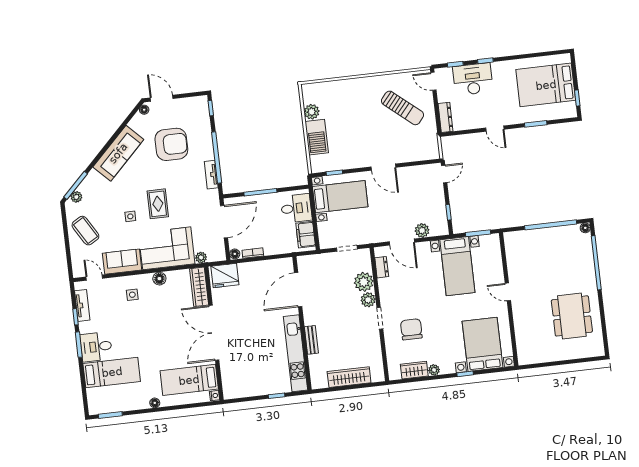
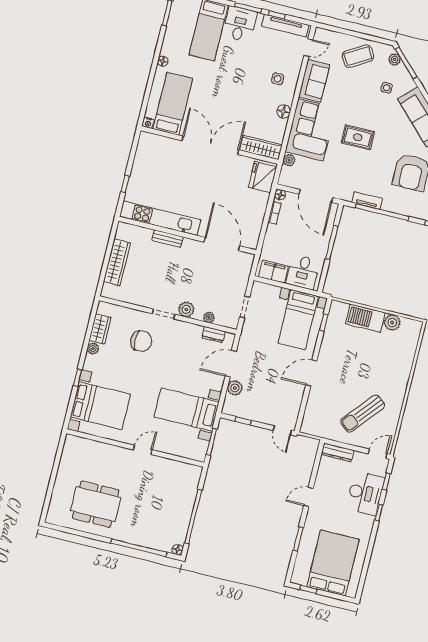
side table: (130, 216) -> (387, 88), moved
plant: (364, 282) -> (209, 317), width x0.53, depth x0.53
tv unit: (82, 305) -> (285, 26), width x1.41

